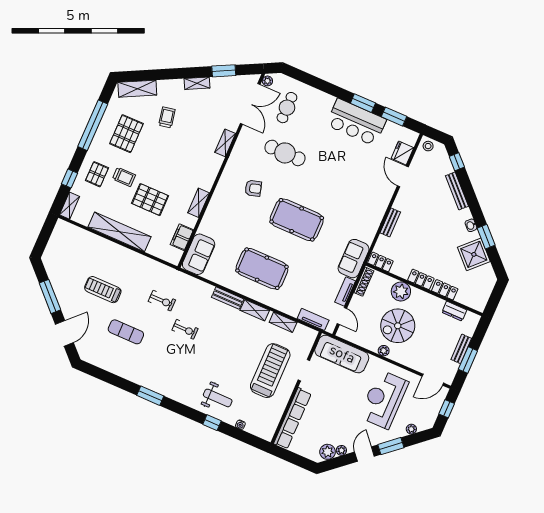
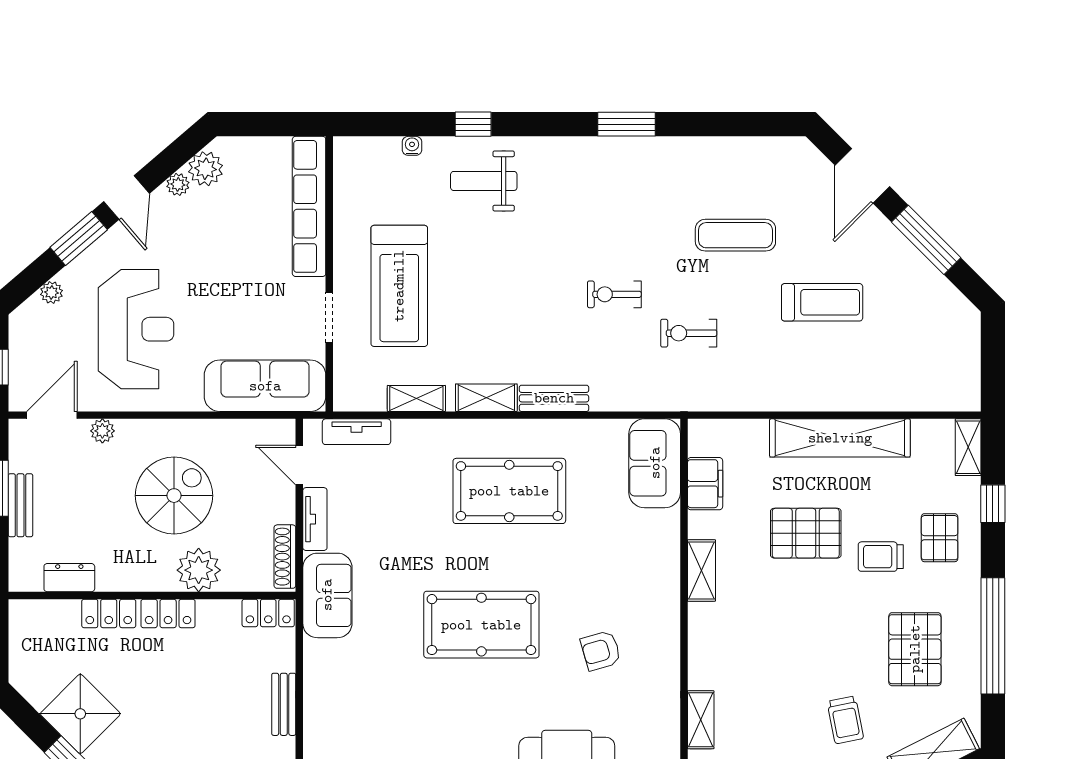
plant: (384, 351) -> (102, 431), moved

